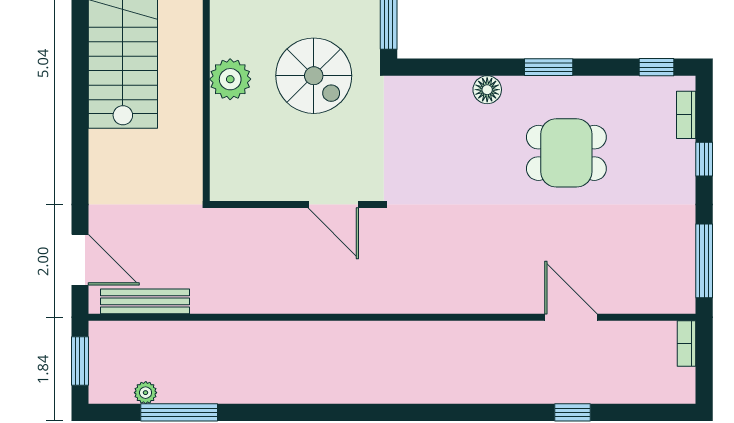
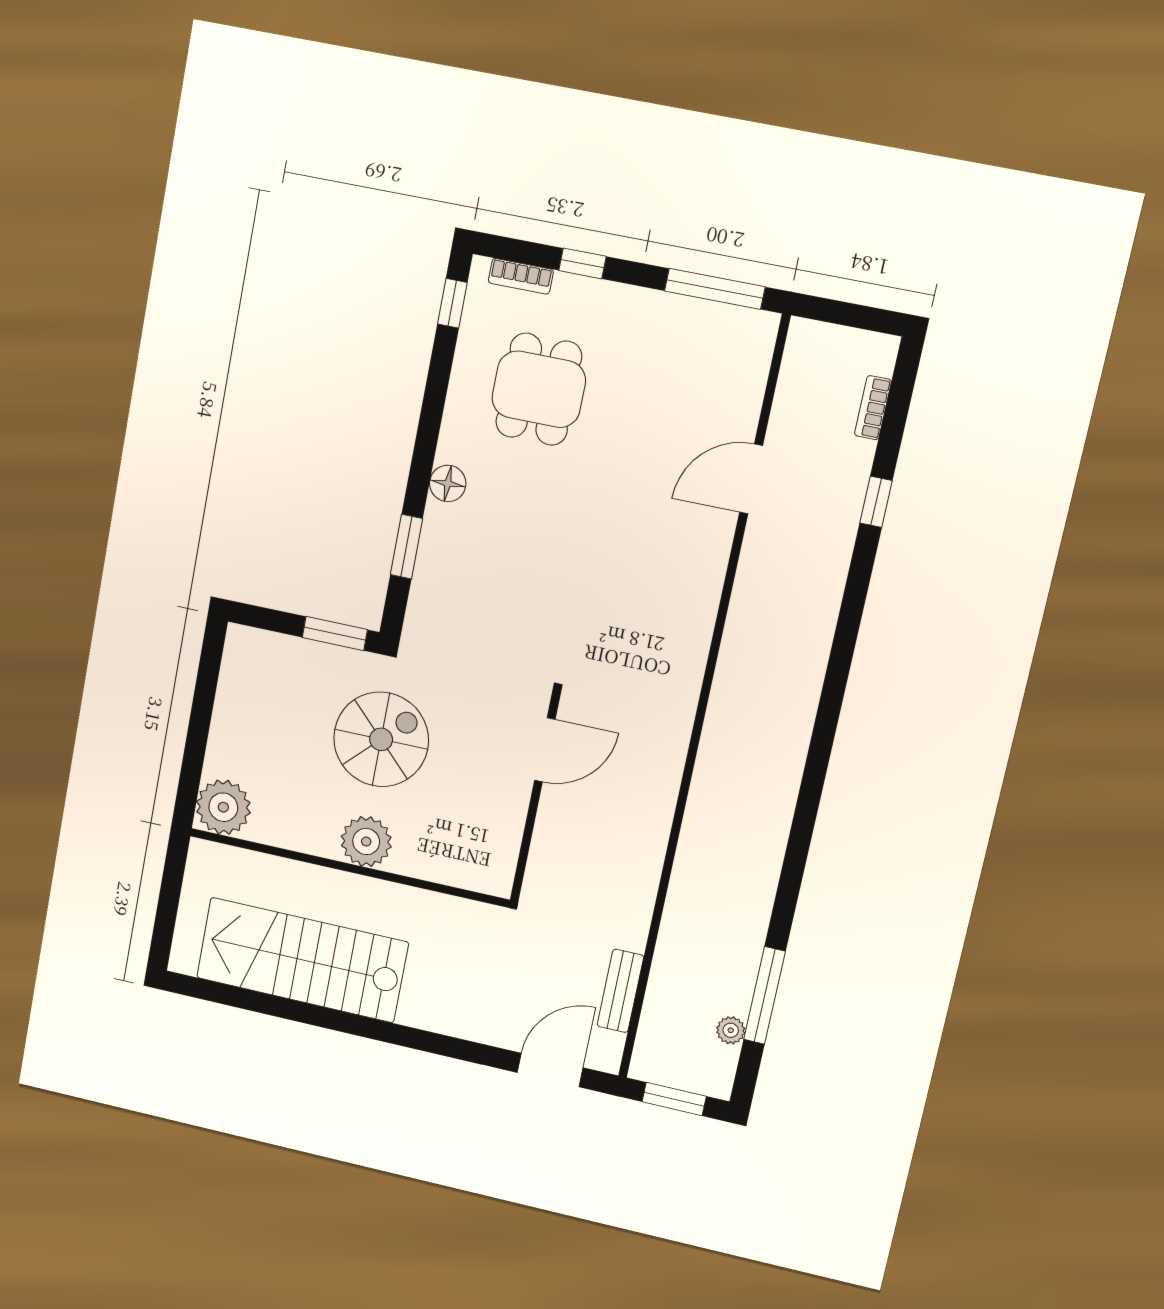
window: (549, 67) -> (406, 547), moved
floor lamp: (487, 90) -> (448, 483), moved
dining table: (566, 153) -> (539, 389), moved
bench: (145, 301) -> (620, 991), width x0.73
bookcase: (686, 343) -> (873, 408), moved, turned 90

